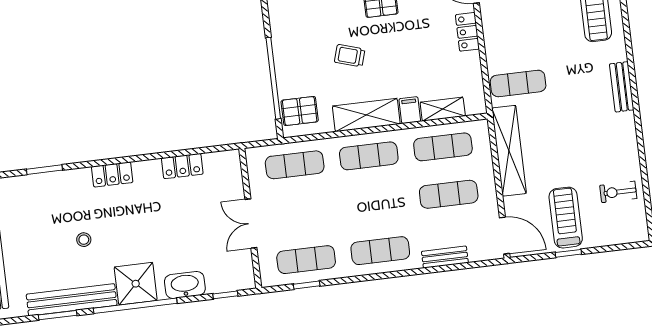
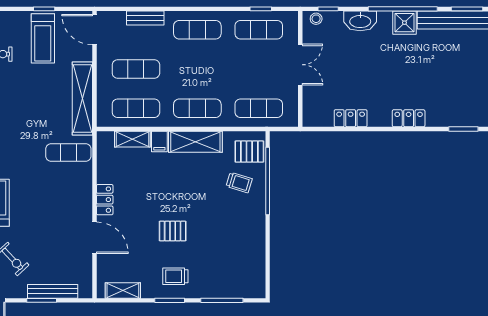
trolley: (350, 56) -> (239, 183), moved
stool: (84, 240) -> (316, 19), moved
shower: (136, 284) -> (404, 23), width x0.73, depth x0.73

